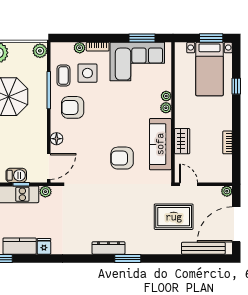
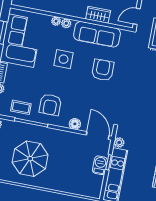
side table: (87, 73) -> (64, 59), moved
armchair: (122, 158) -> (103, 70), turned 180

